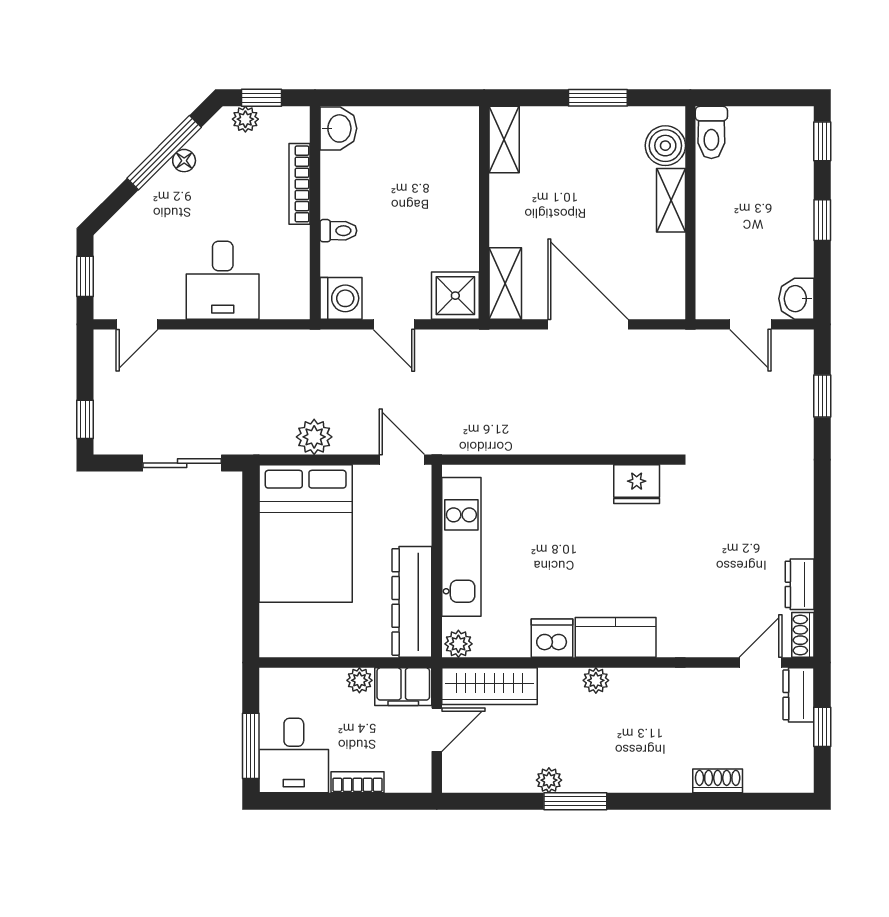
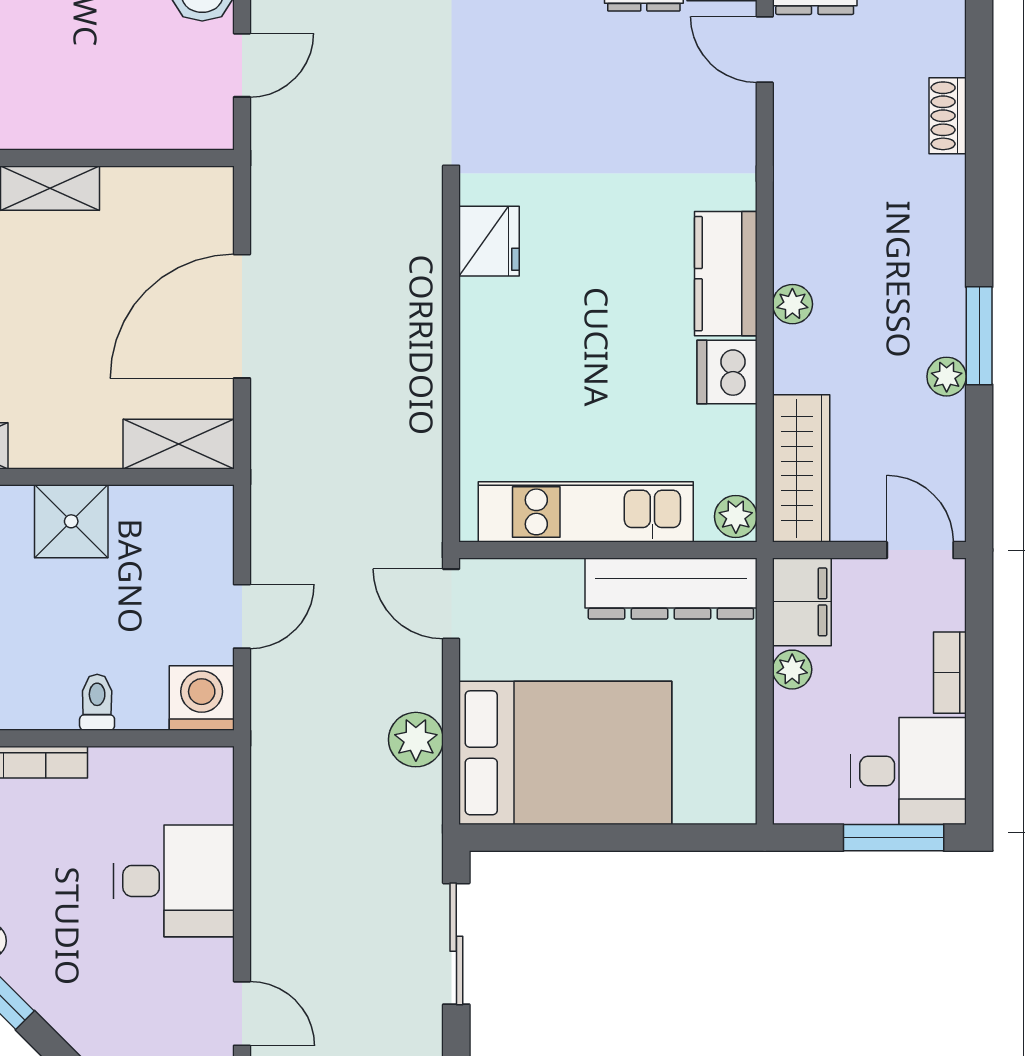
shower: (455, 296) -> (71, 521), moved
door: (402, 460) -> (451, 604), hinge flipped
door: (437, 730) -> (920, 550), moved

